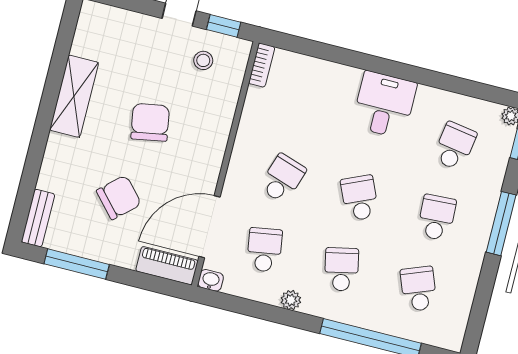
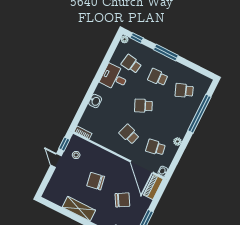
washbasin: (345, 78) -> (95, 101), added
desk: (384, 105) -> (114, 78), moved
chair: (119, 197) -> (122, 200), turned 102
school desk: (342, 269) -> (170, 119), removed

